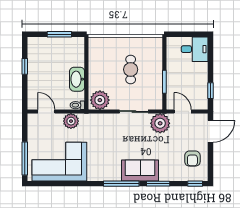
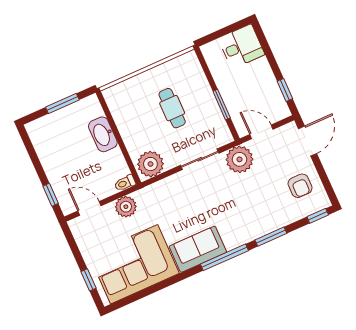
window: (25, 66) -> (51, 195), moved
washbasin: (77, 79) -> (103, 134), moved
window: (25, 159) -> (88, 280), width x0.46
sofa: (140, 170) -> (198, 249), moved

